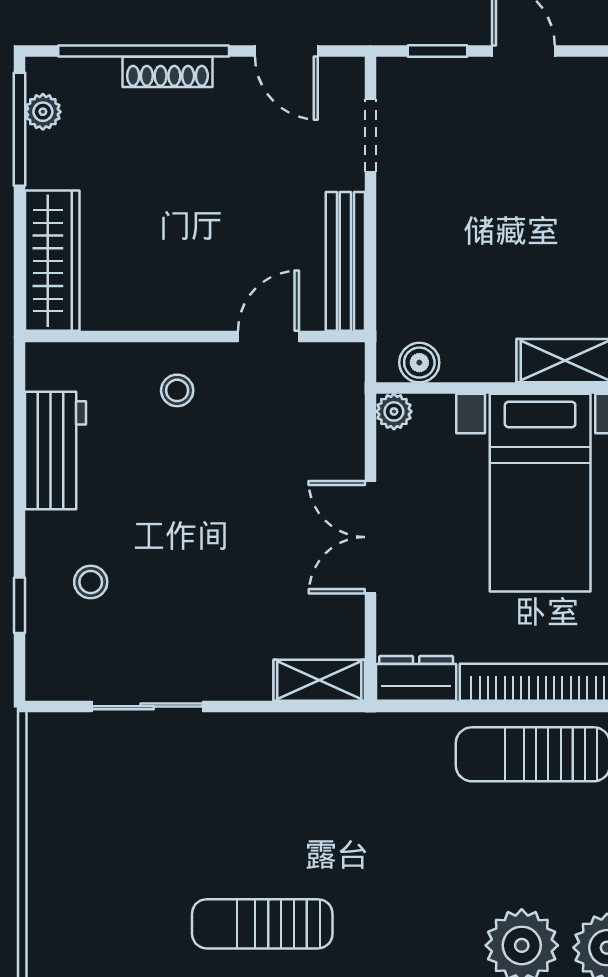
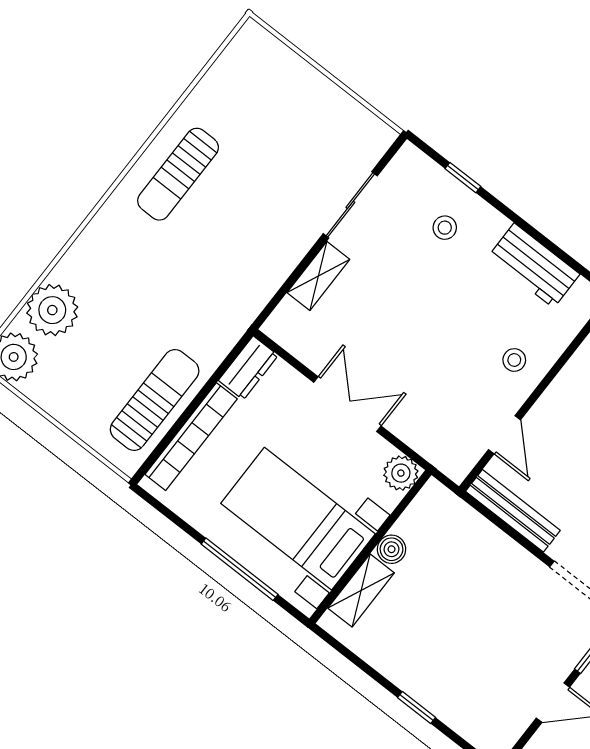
boiler: (419, 363) -> (392, 549), moved
plant: (394, 411) -> (401, 473), width x1.38, depth x1.38
shelving: (319, 680) -> (318, 276), moved
sun lounger: (262, 924) -> (178, 174), turned 180

